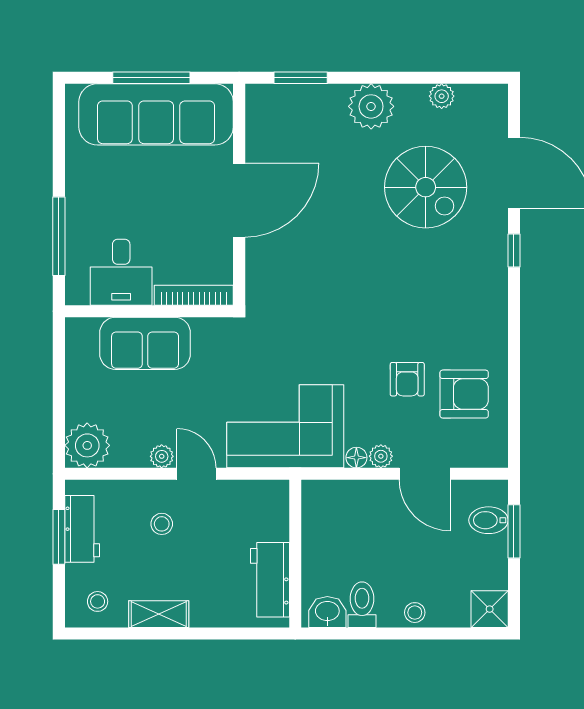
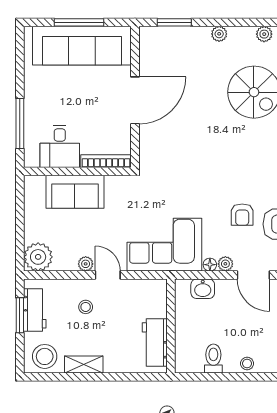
plant: (371, 106) -> (219, 34), width x0.53, depth x0.53
stool: (98, 601) -> (45, 356), width x1.89, depth x1.89
washbasin: (327, 612) -> (203, 289), moved, turned 180

